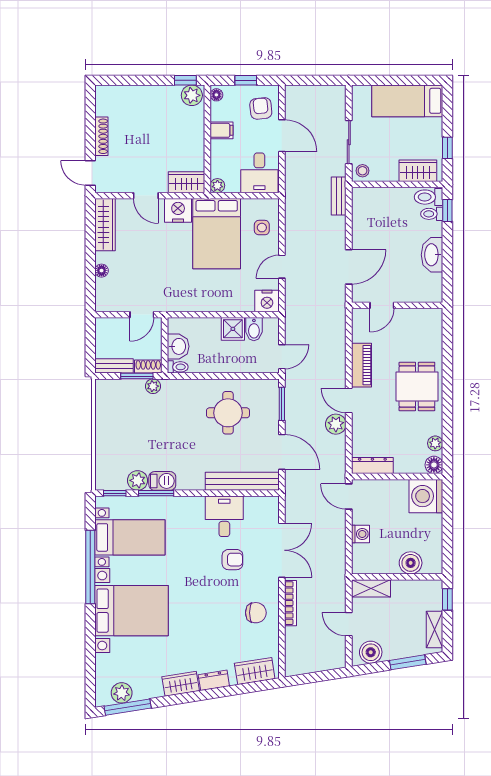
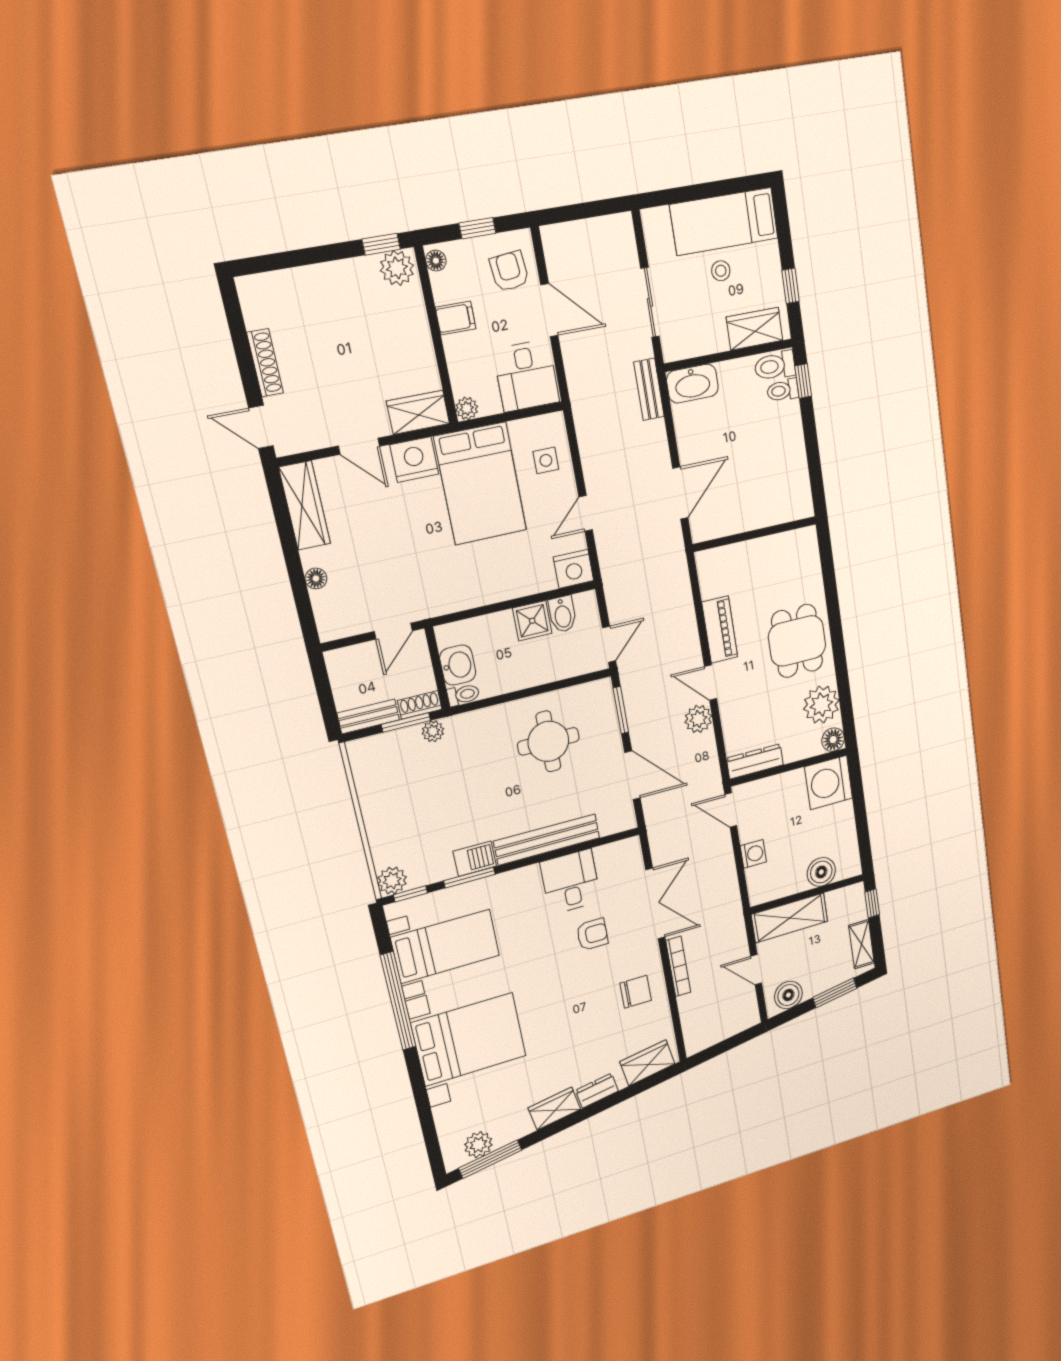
stool: (363, 171) -> (721, 271), moved
washbasin: (432, 255) -> (692, 384), moved, turned -90
door: (382, 305) -> (734, 539), removed
plant: (435, 443) -> (821, 705), width x1.87, depth x1.87
plant: (138, 480) -> (392, 881), moved
bench: (242, 481) -> (547, 840), moved
shelving: (371, 588) -> (790, 918), width x1.50, depth x1.33

